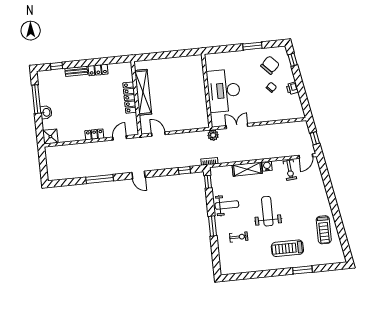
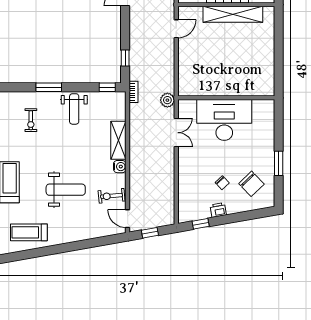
window: (293, 60) -> (201, 224), moved
weight bench: (267, 211) -> (66, 190), moved

